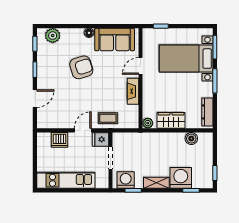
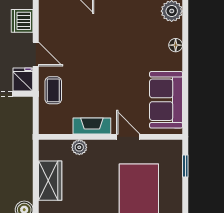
floor lamp: (89, 33) -> (176, 45), moved
armchair: (81, 67) -> (126, 52), removed
plant: (148, 123) -> (79, 147), moved

